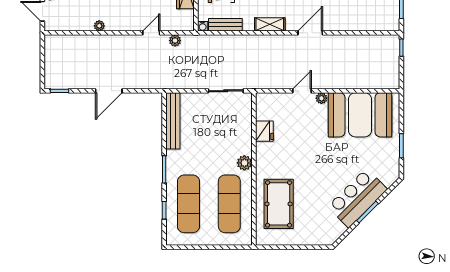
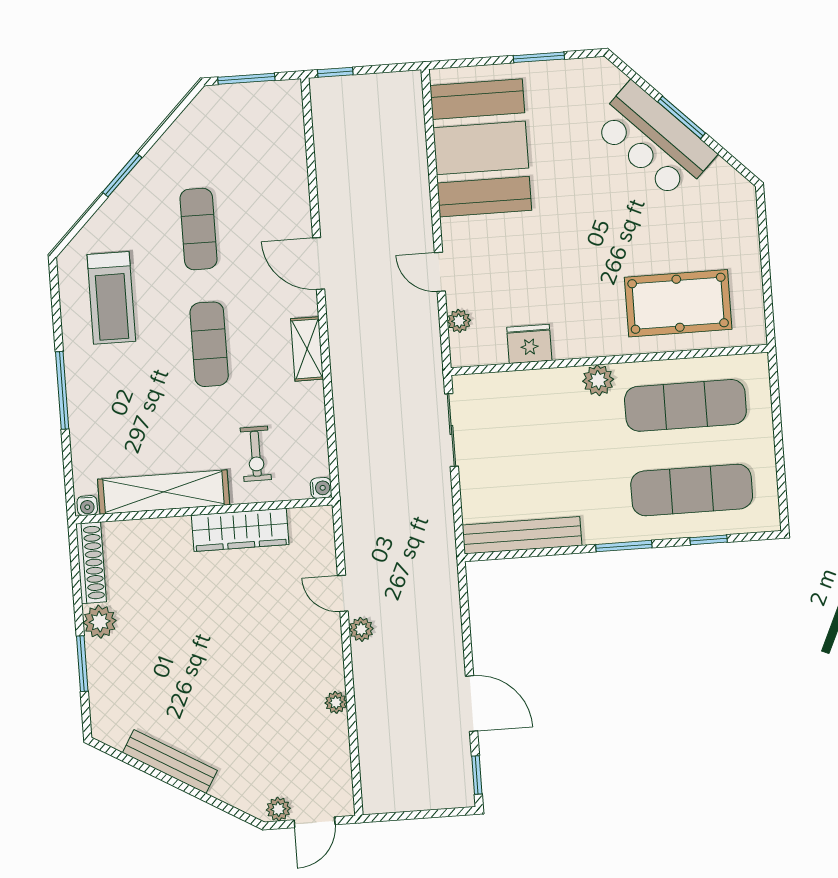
bench: (225, 25) -> (315, 441), removed
plant: (175, 41) -> (361, 629), moved
door: (109, 91) -> (472, 704), moved
plant: (321, 98) -> (459, 321), moved

